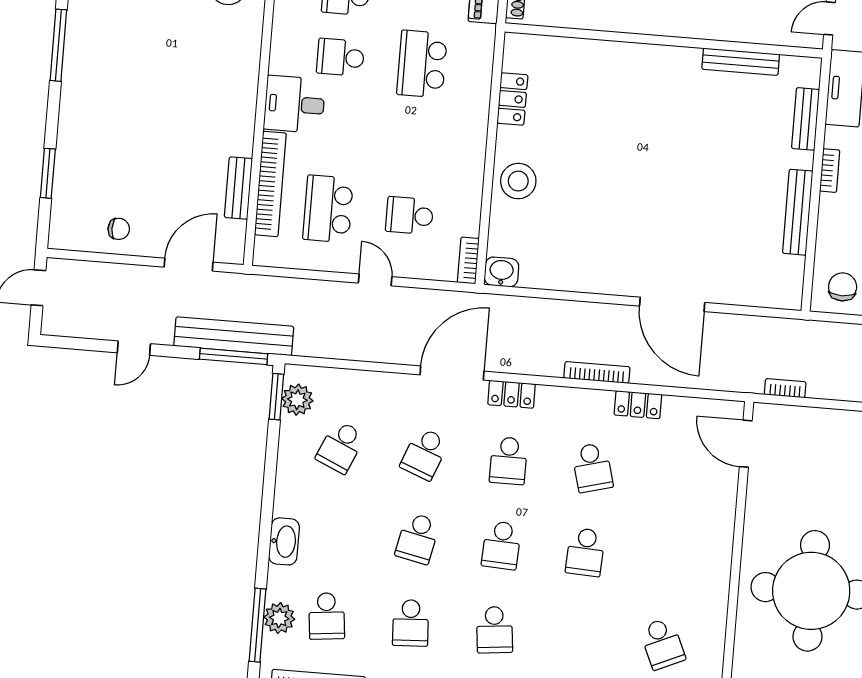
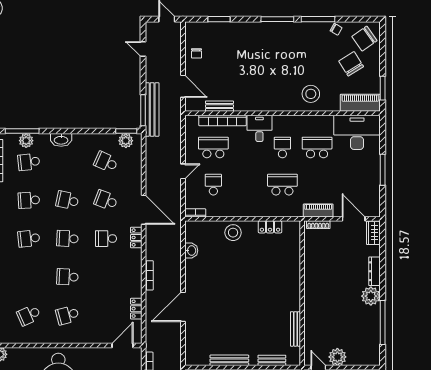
washbasin: (501, 272) -> (191, 251), moved
door: (134, 348) -> (143, 49), moved
locker: (638, 405) -> (136, 309), moved
school desk: (592, 468) -> (67, 315), moved

